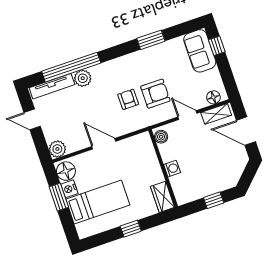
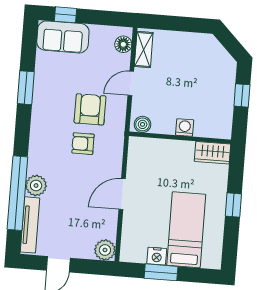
door: (246, 131) -> (178, 24), removed
floor lamp: (66, 171) -> (135, 251), removed

